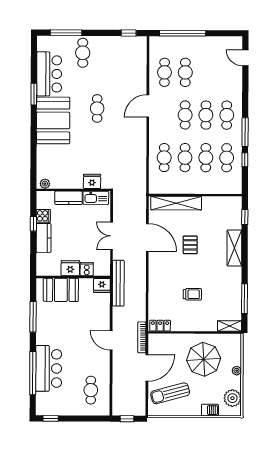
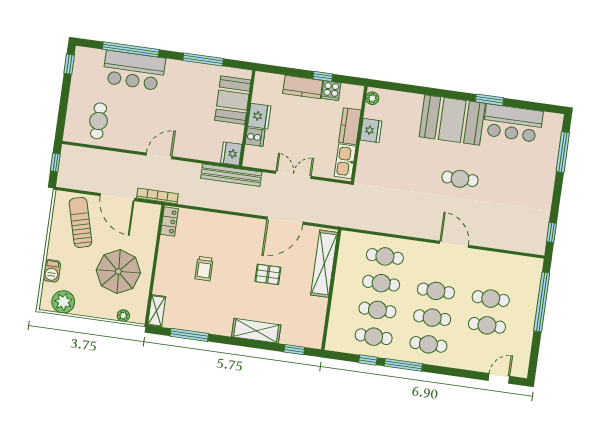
cafe table: (83, 53) -> (534, 170), removed
cafe table: (165, 72) -> (487, 325), moved
fridge: (92, 181) -> (371, 130), moved
plant: (237, 371) -> (123, 316), moved
cafe table: (91, 390) -> (99, 121), turned 90

